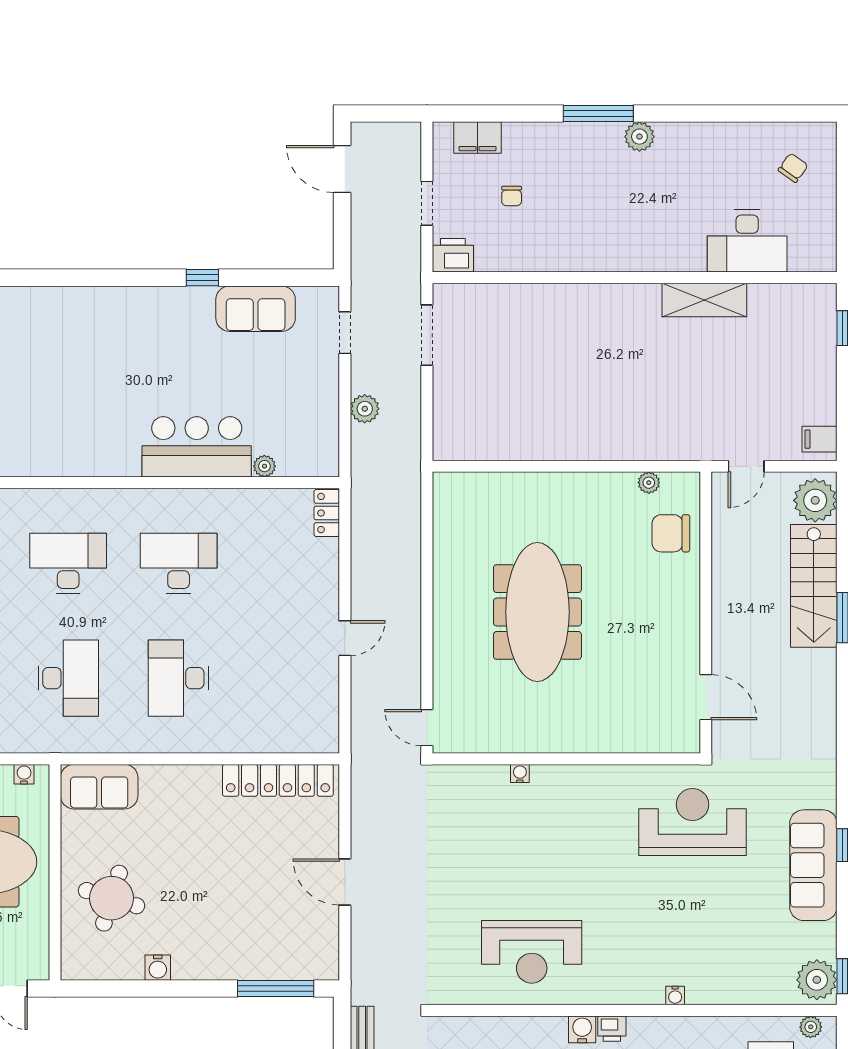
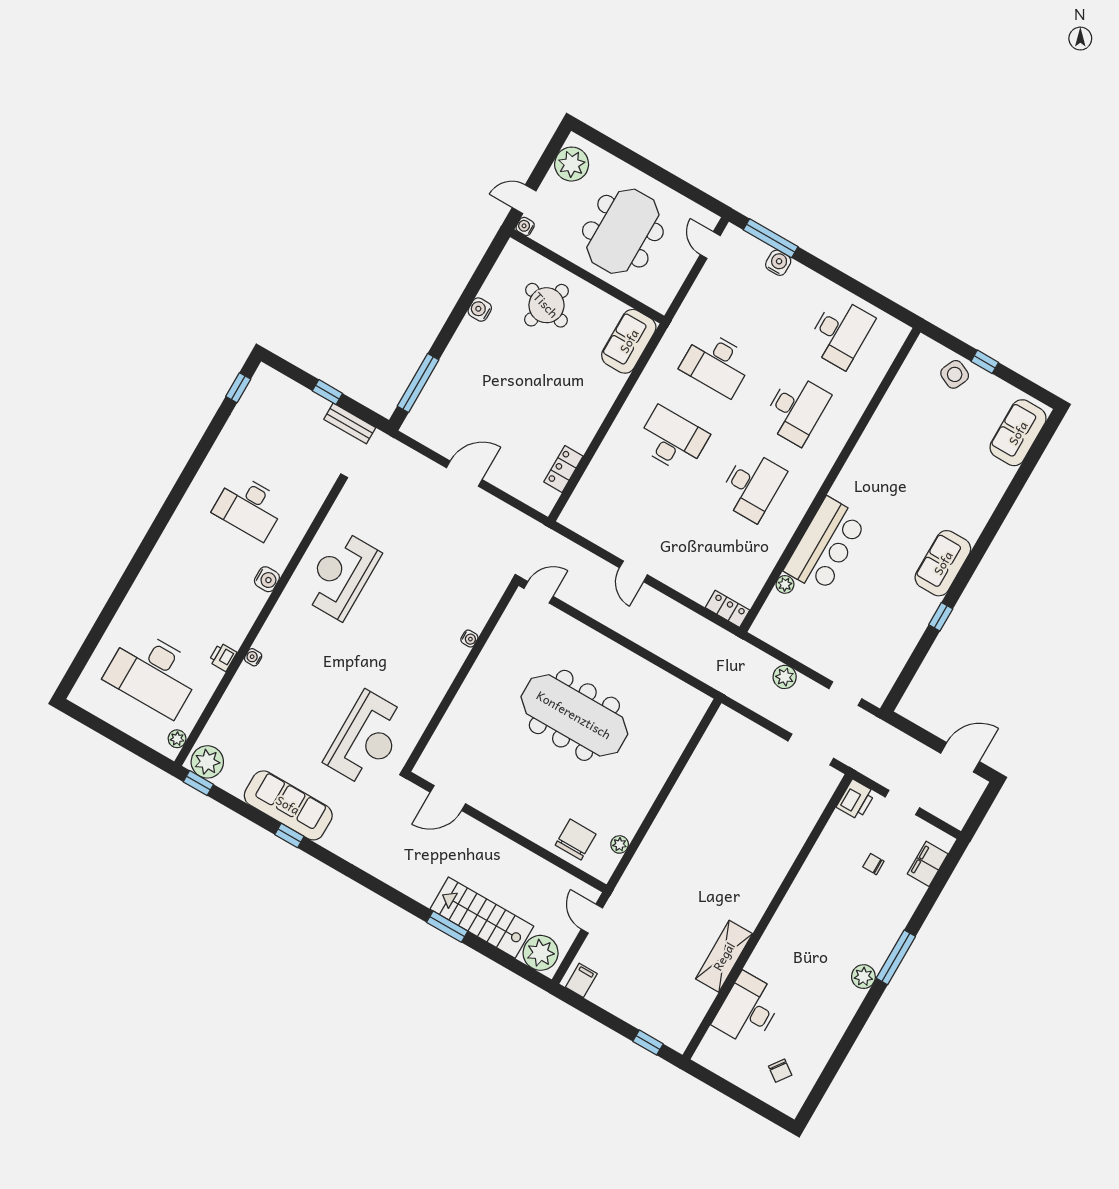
sofa: (256, 309) -> (943, 563), moved
water cooler: (24, 774) -> (525, 226), moved, turned 180
locker: (278, 780) -> (563, 469), width x0.46, depth x0.83
printer: (612, 1029) -> (223, 657), moved

